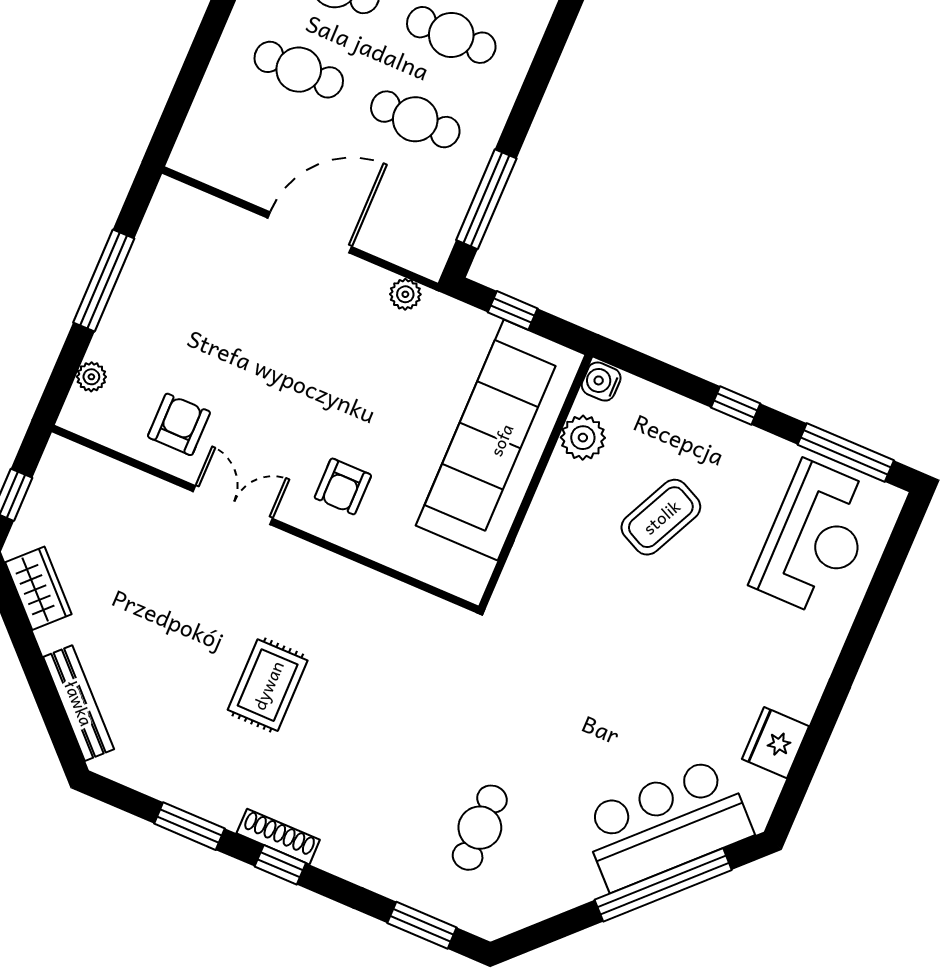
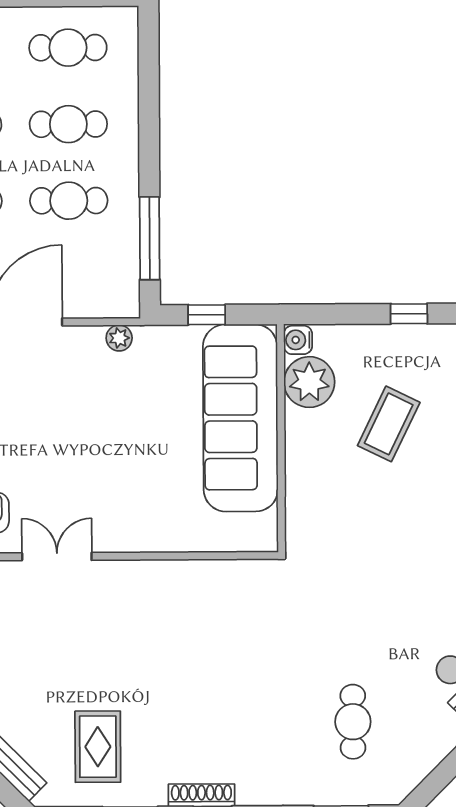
plant: (583, 438) -> (309, 382), width x1.36, depth x1.36
armchair: (343, 486) -> (135, 506), removed
rug: (268, 685) -> (98, 747), moved

